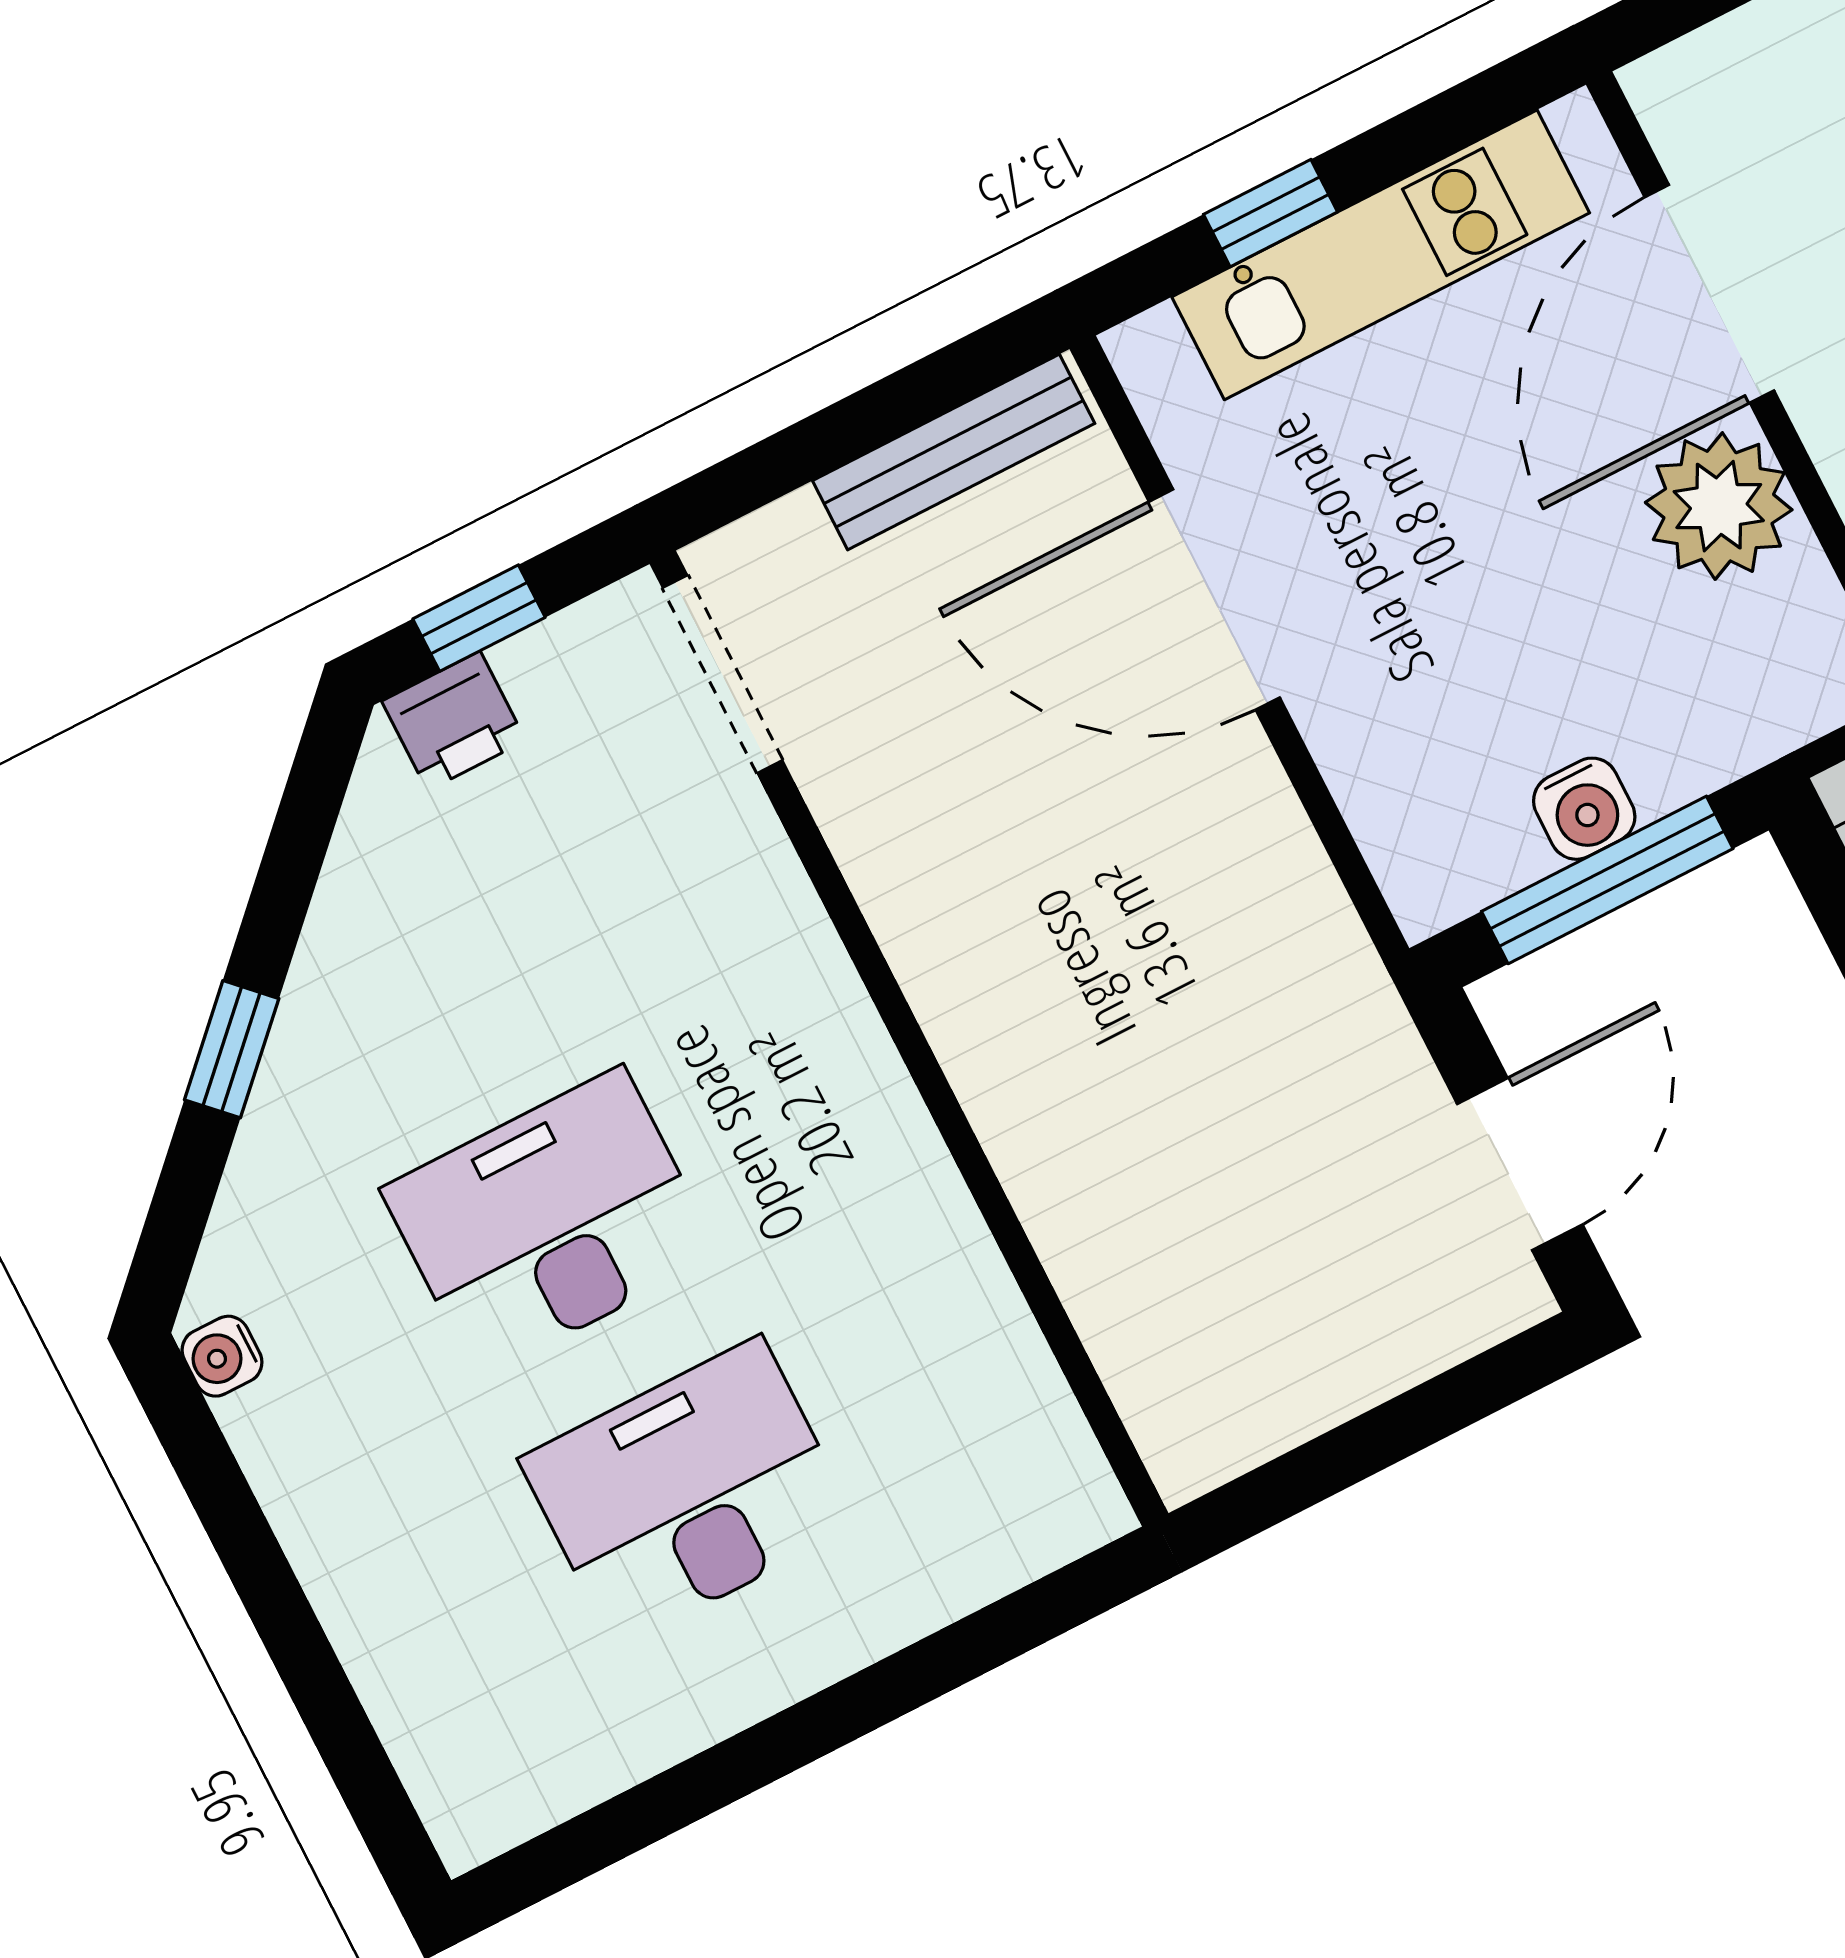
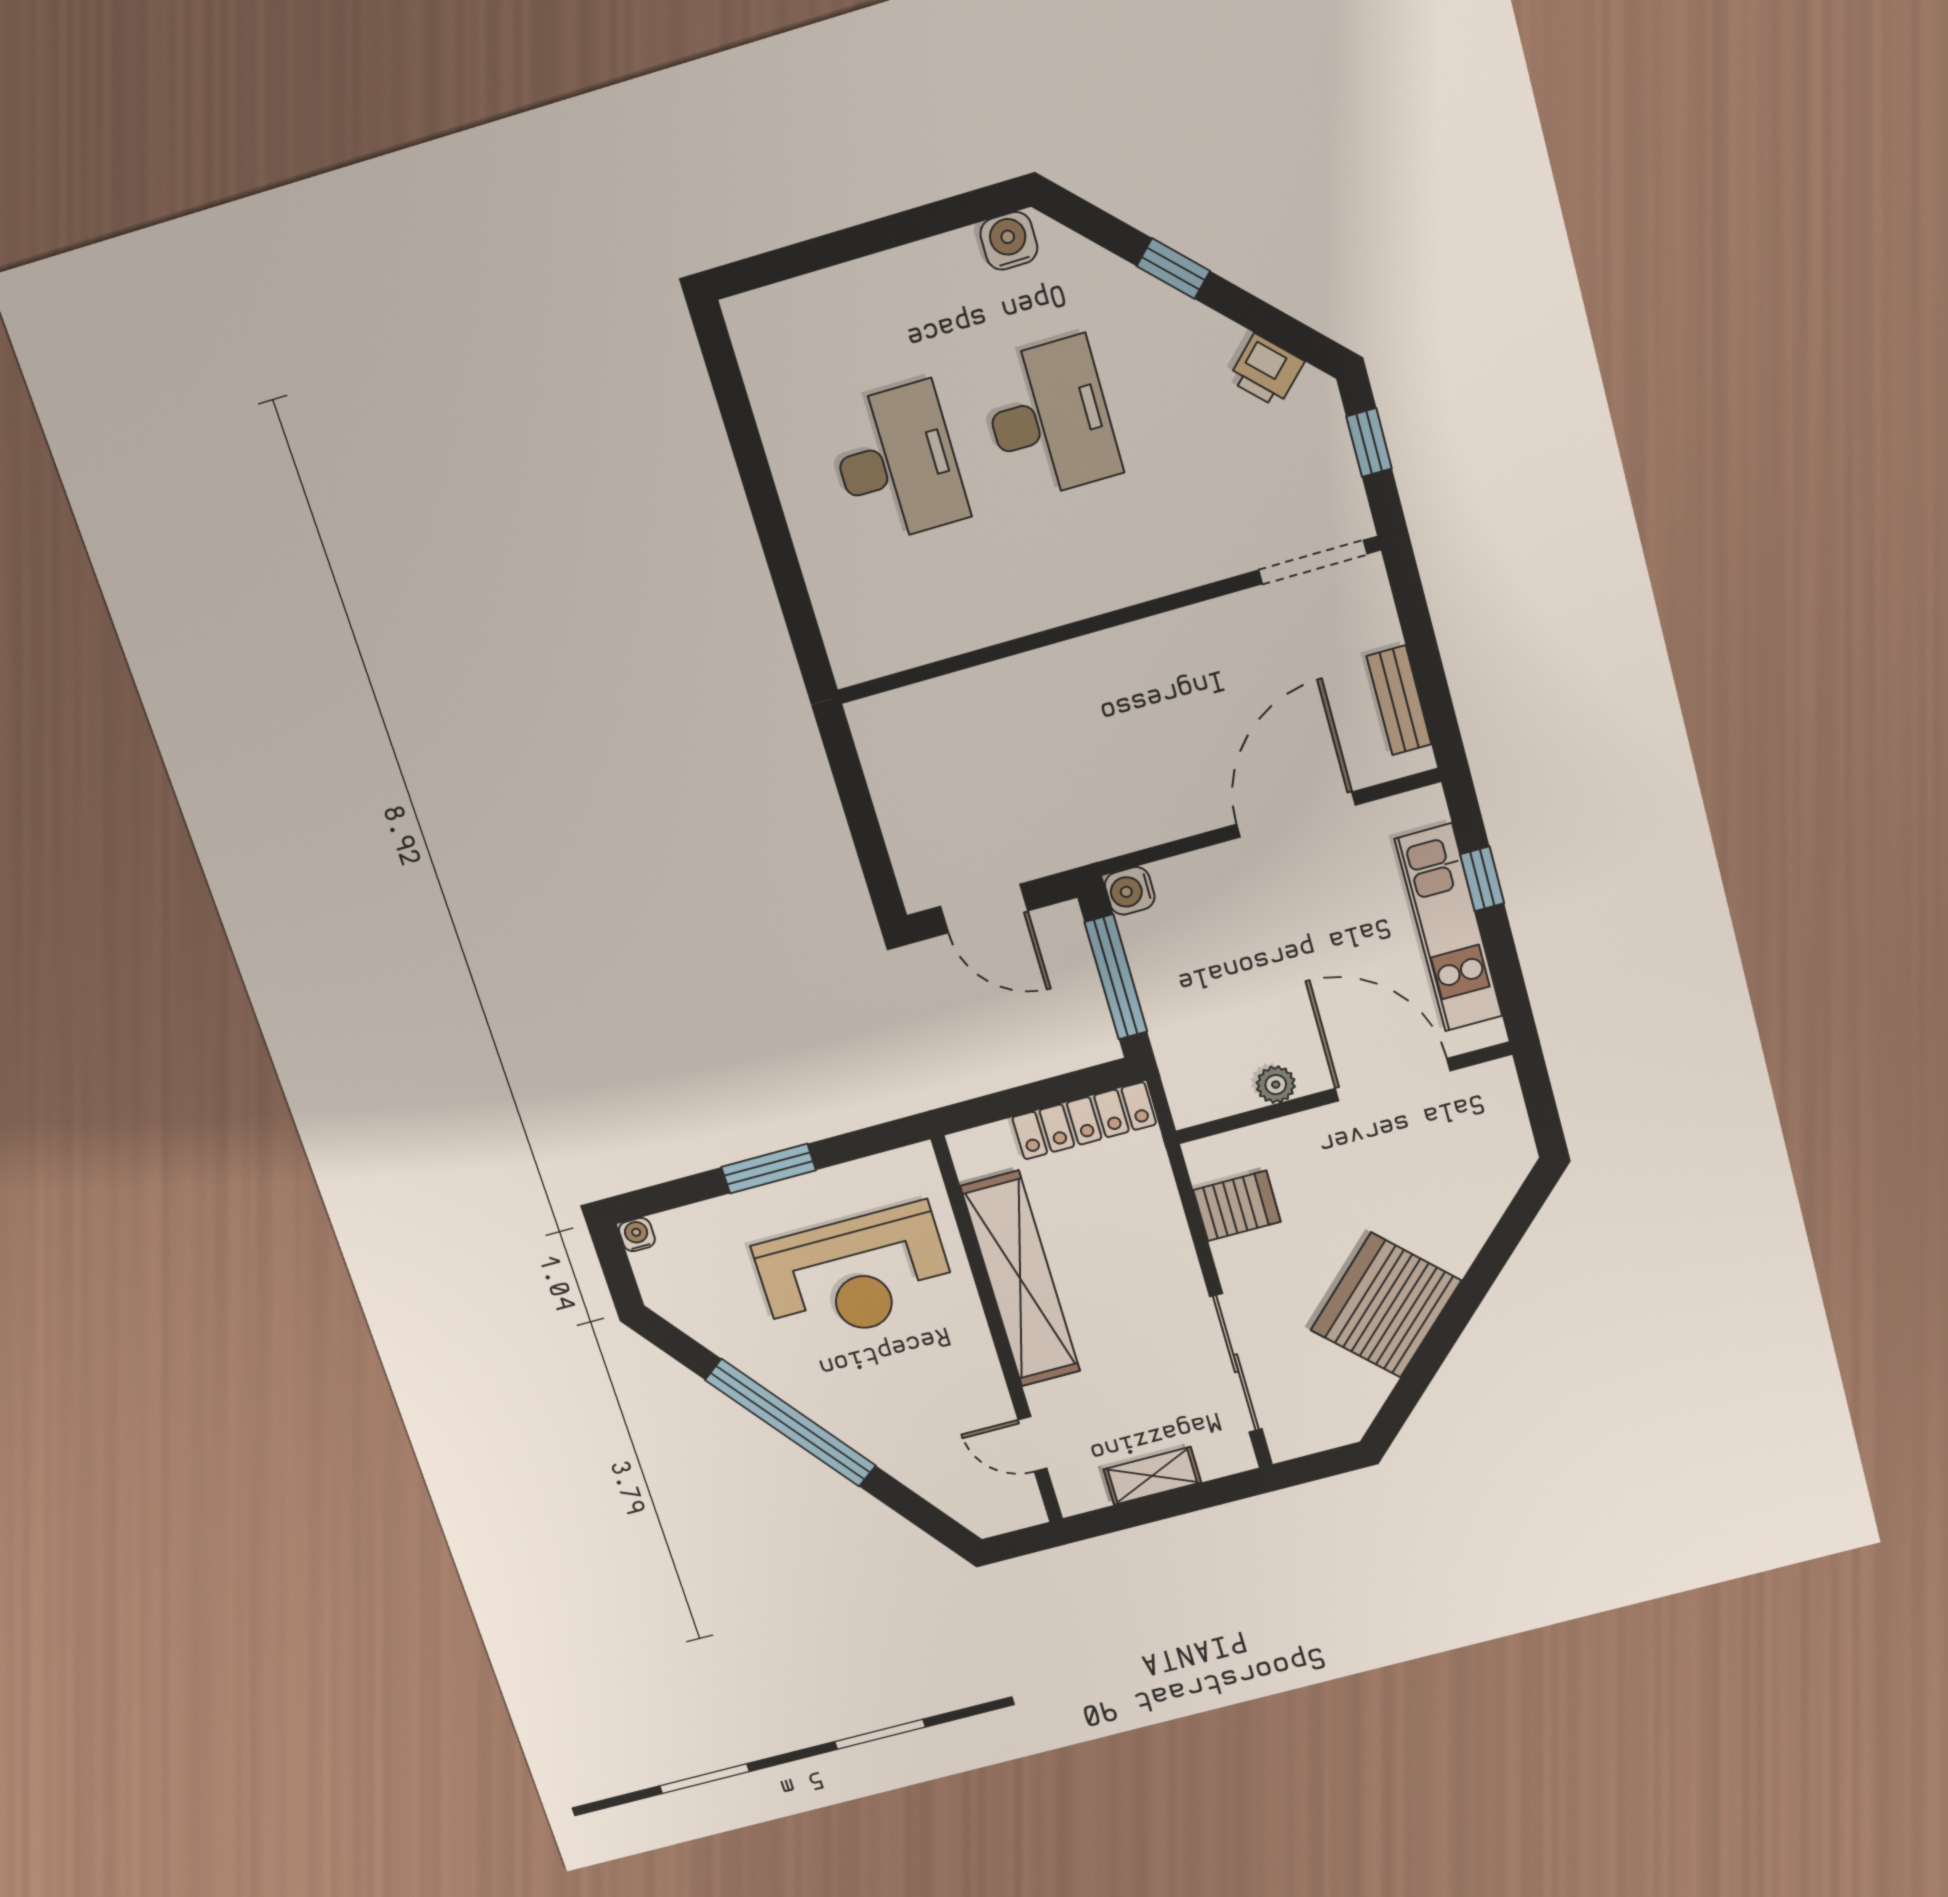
bench: (954, 452) -> (1399, 700), width x0.73
plant: (1719, 506) -> (1276, 1085), width x0.53, depth x0.53
printer: (454, 721) -> (1266, 371), moved, turned -45
water cooler: (1584, 809) -> (1130, 891), moved
water cooler: (222, 1356) -> (1009, 241), width x1.38, depth x1.38

